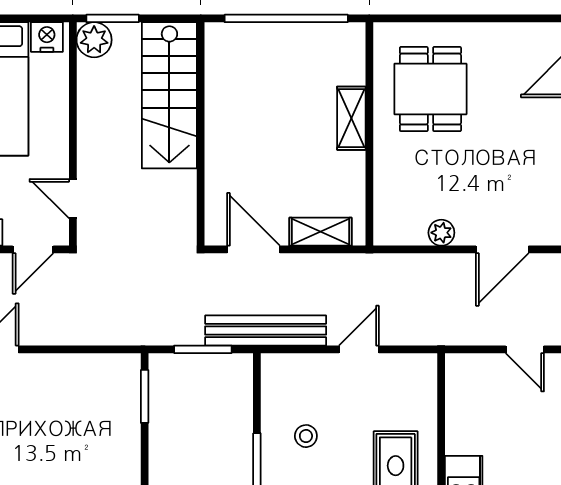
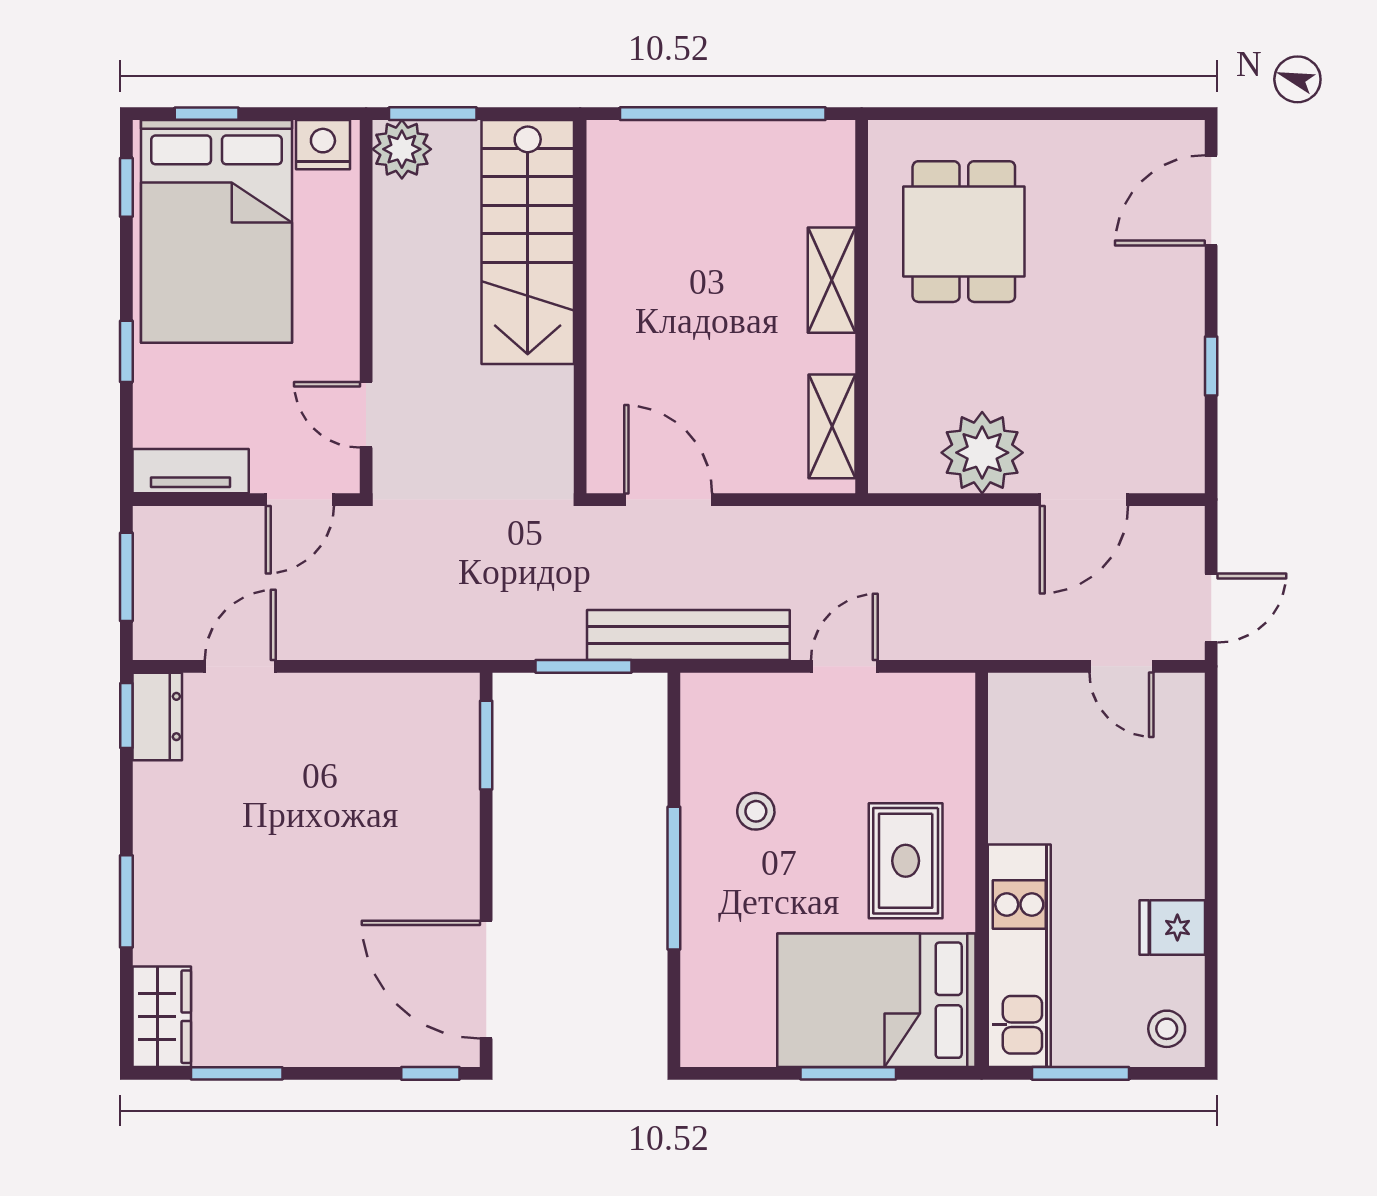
shelving: (321, 232) -> (832, 426), moved, turned 90
plant: (441, 233) -> (982, 453), width x1.87, depth x1.87

